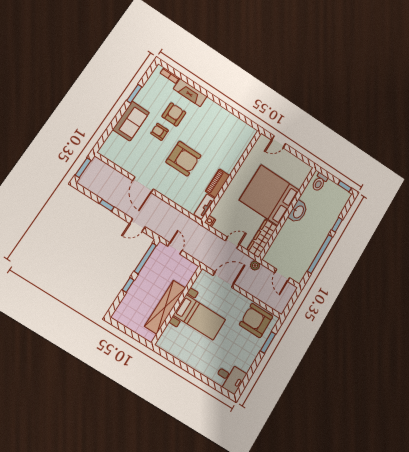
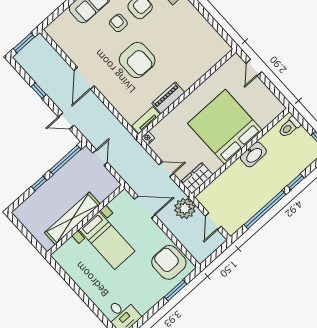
door: (279, 142) -> (254, 68), hinge flipped
wardrobe: (262, 238) -> (197, 178), width x0.67
plant: (255, 265) -> (185, 208), width x1.87, depth x1.87

